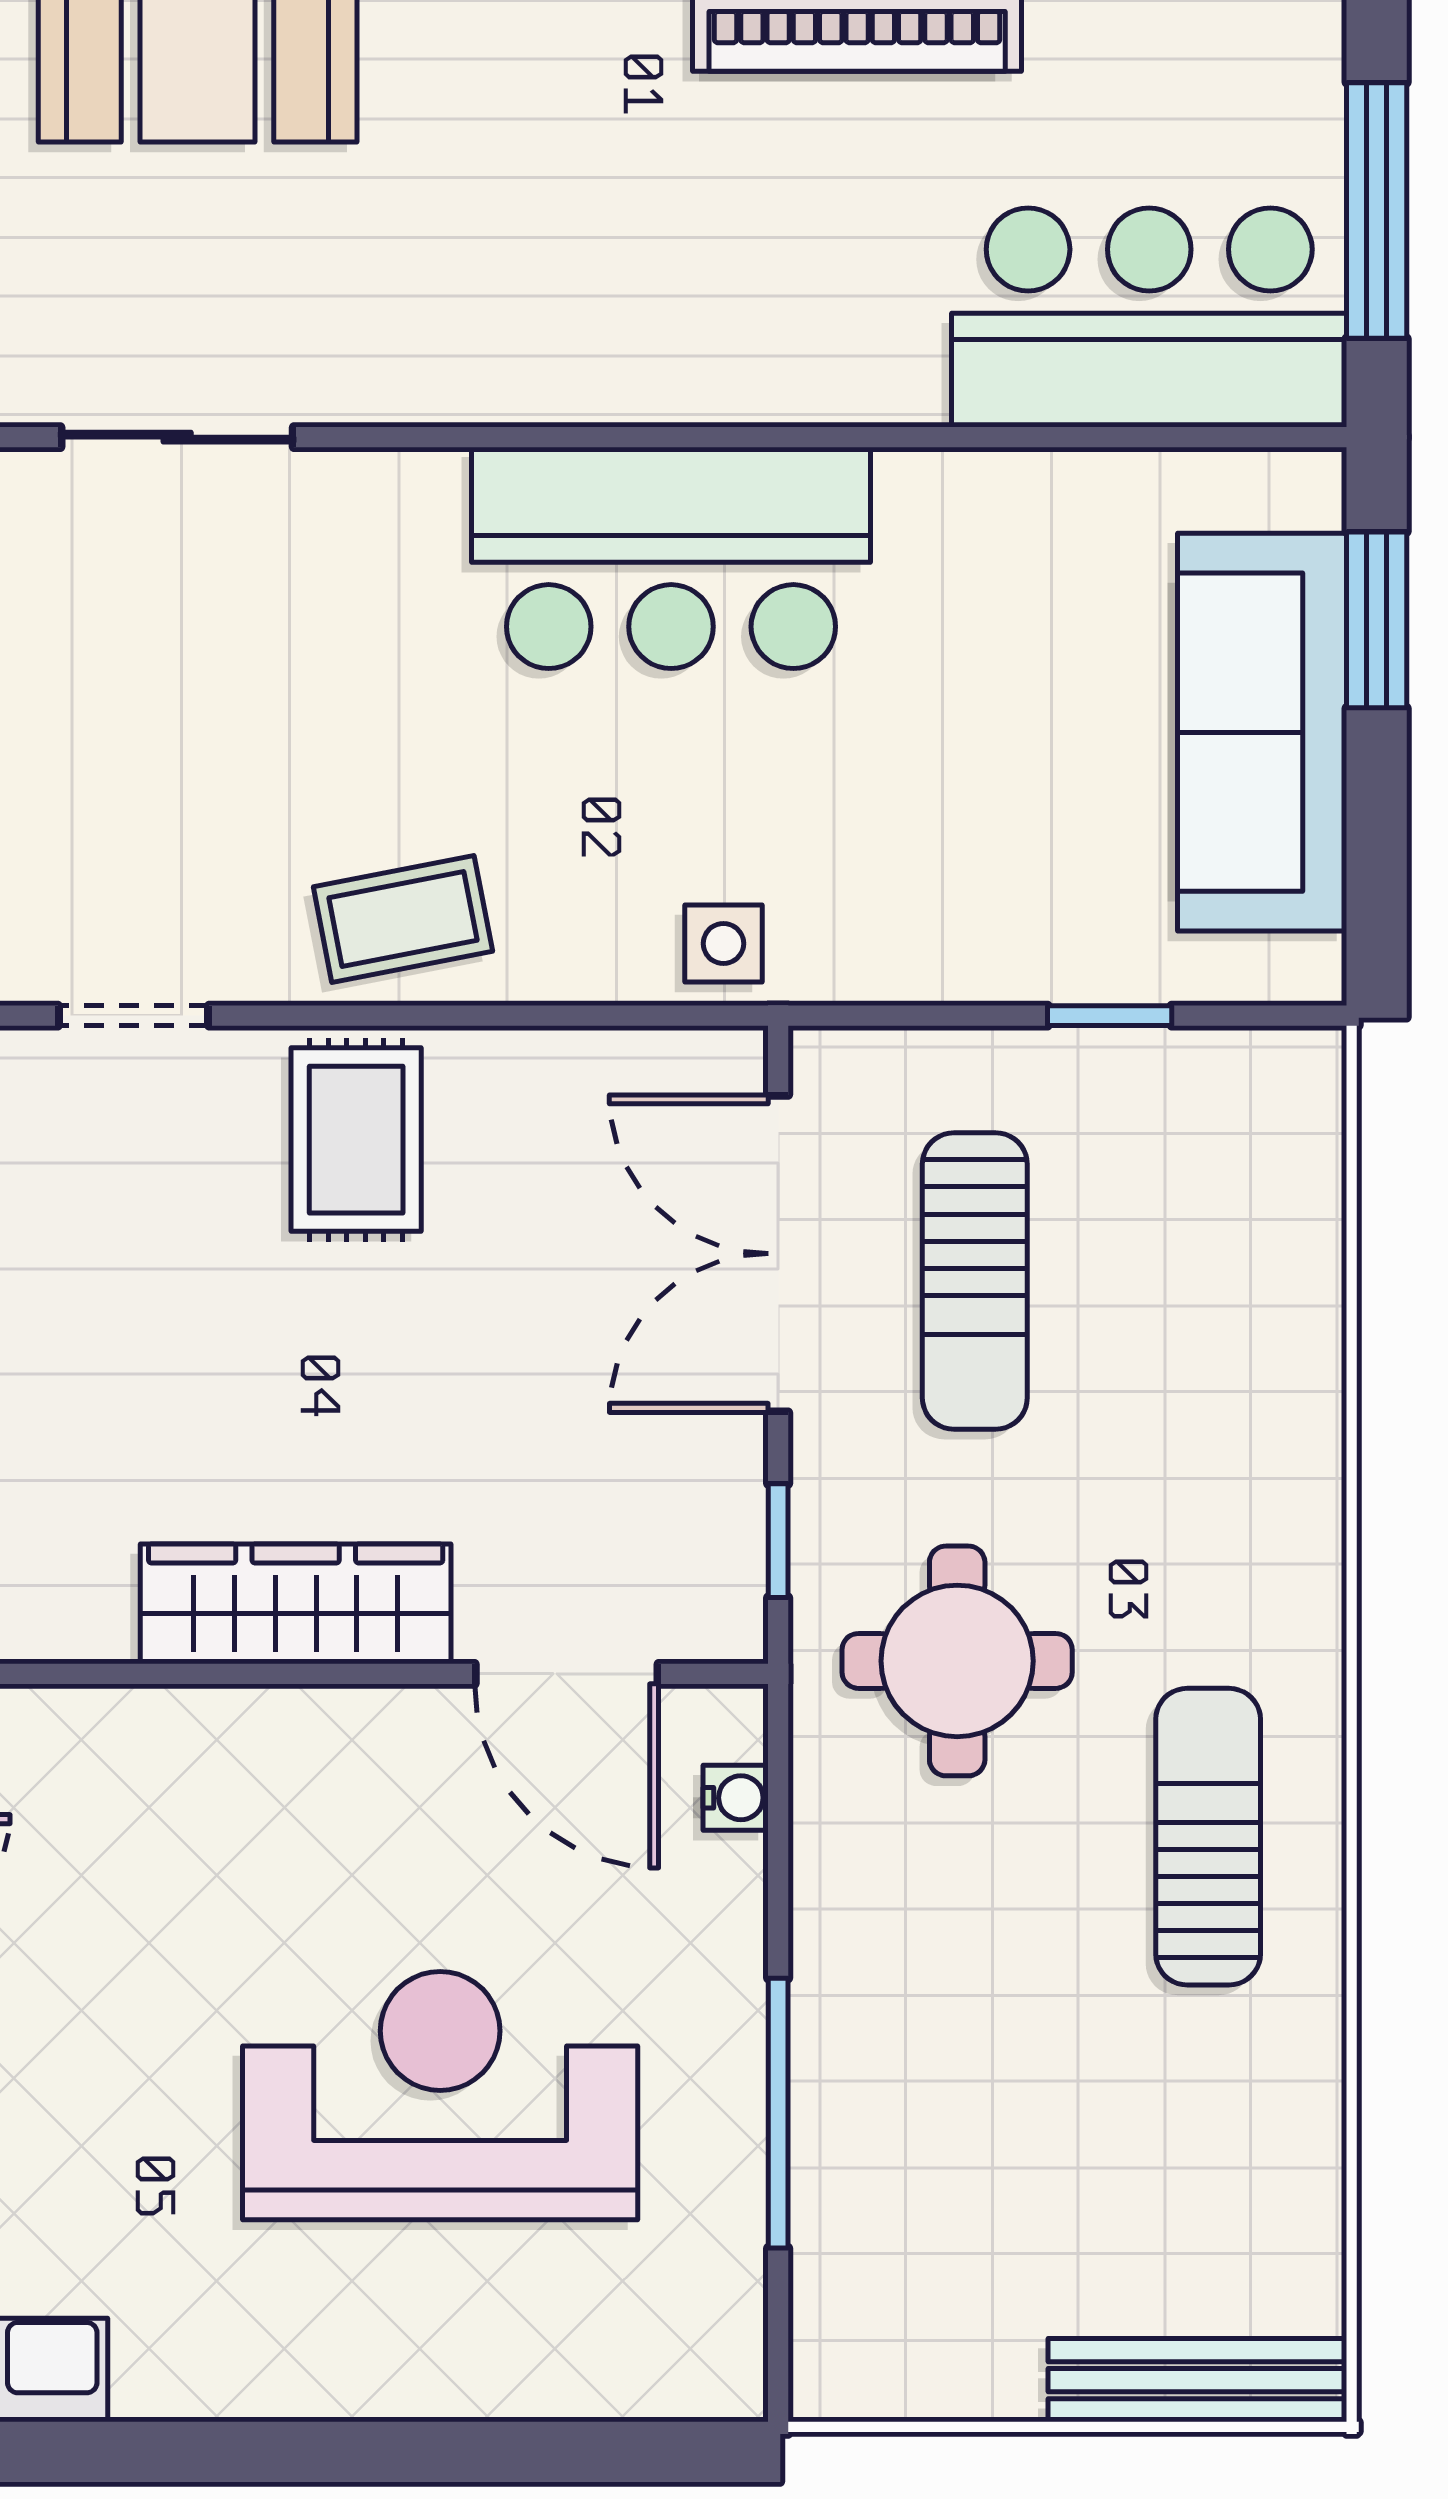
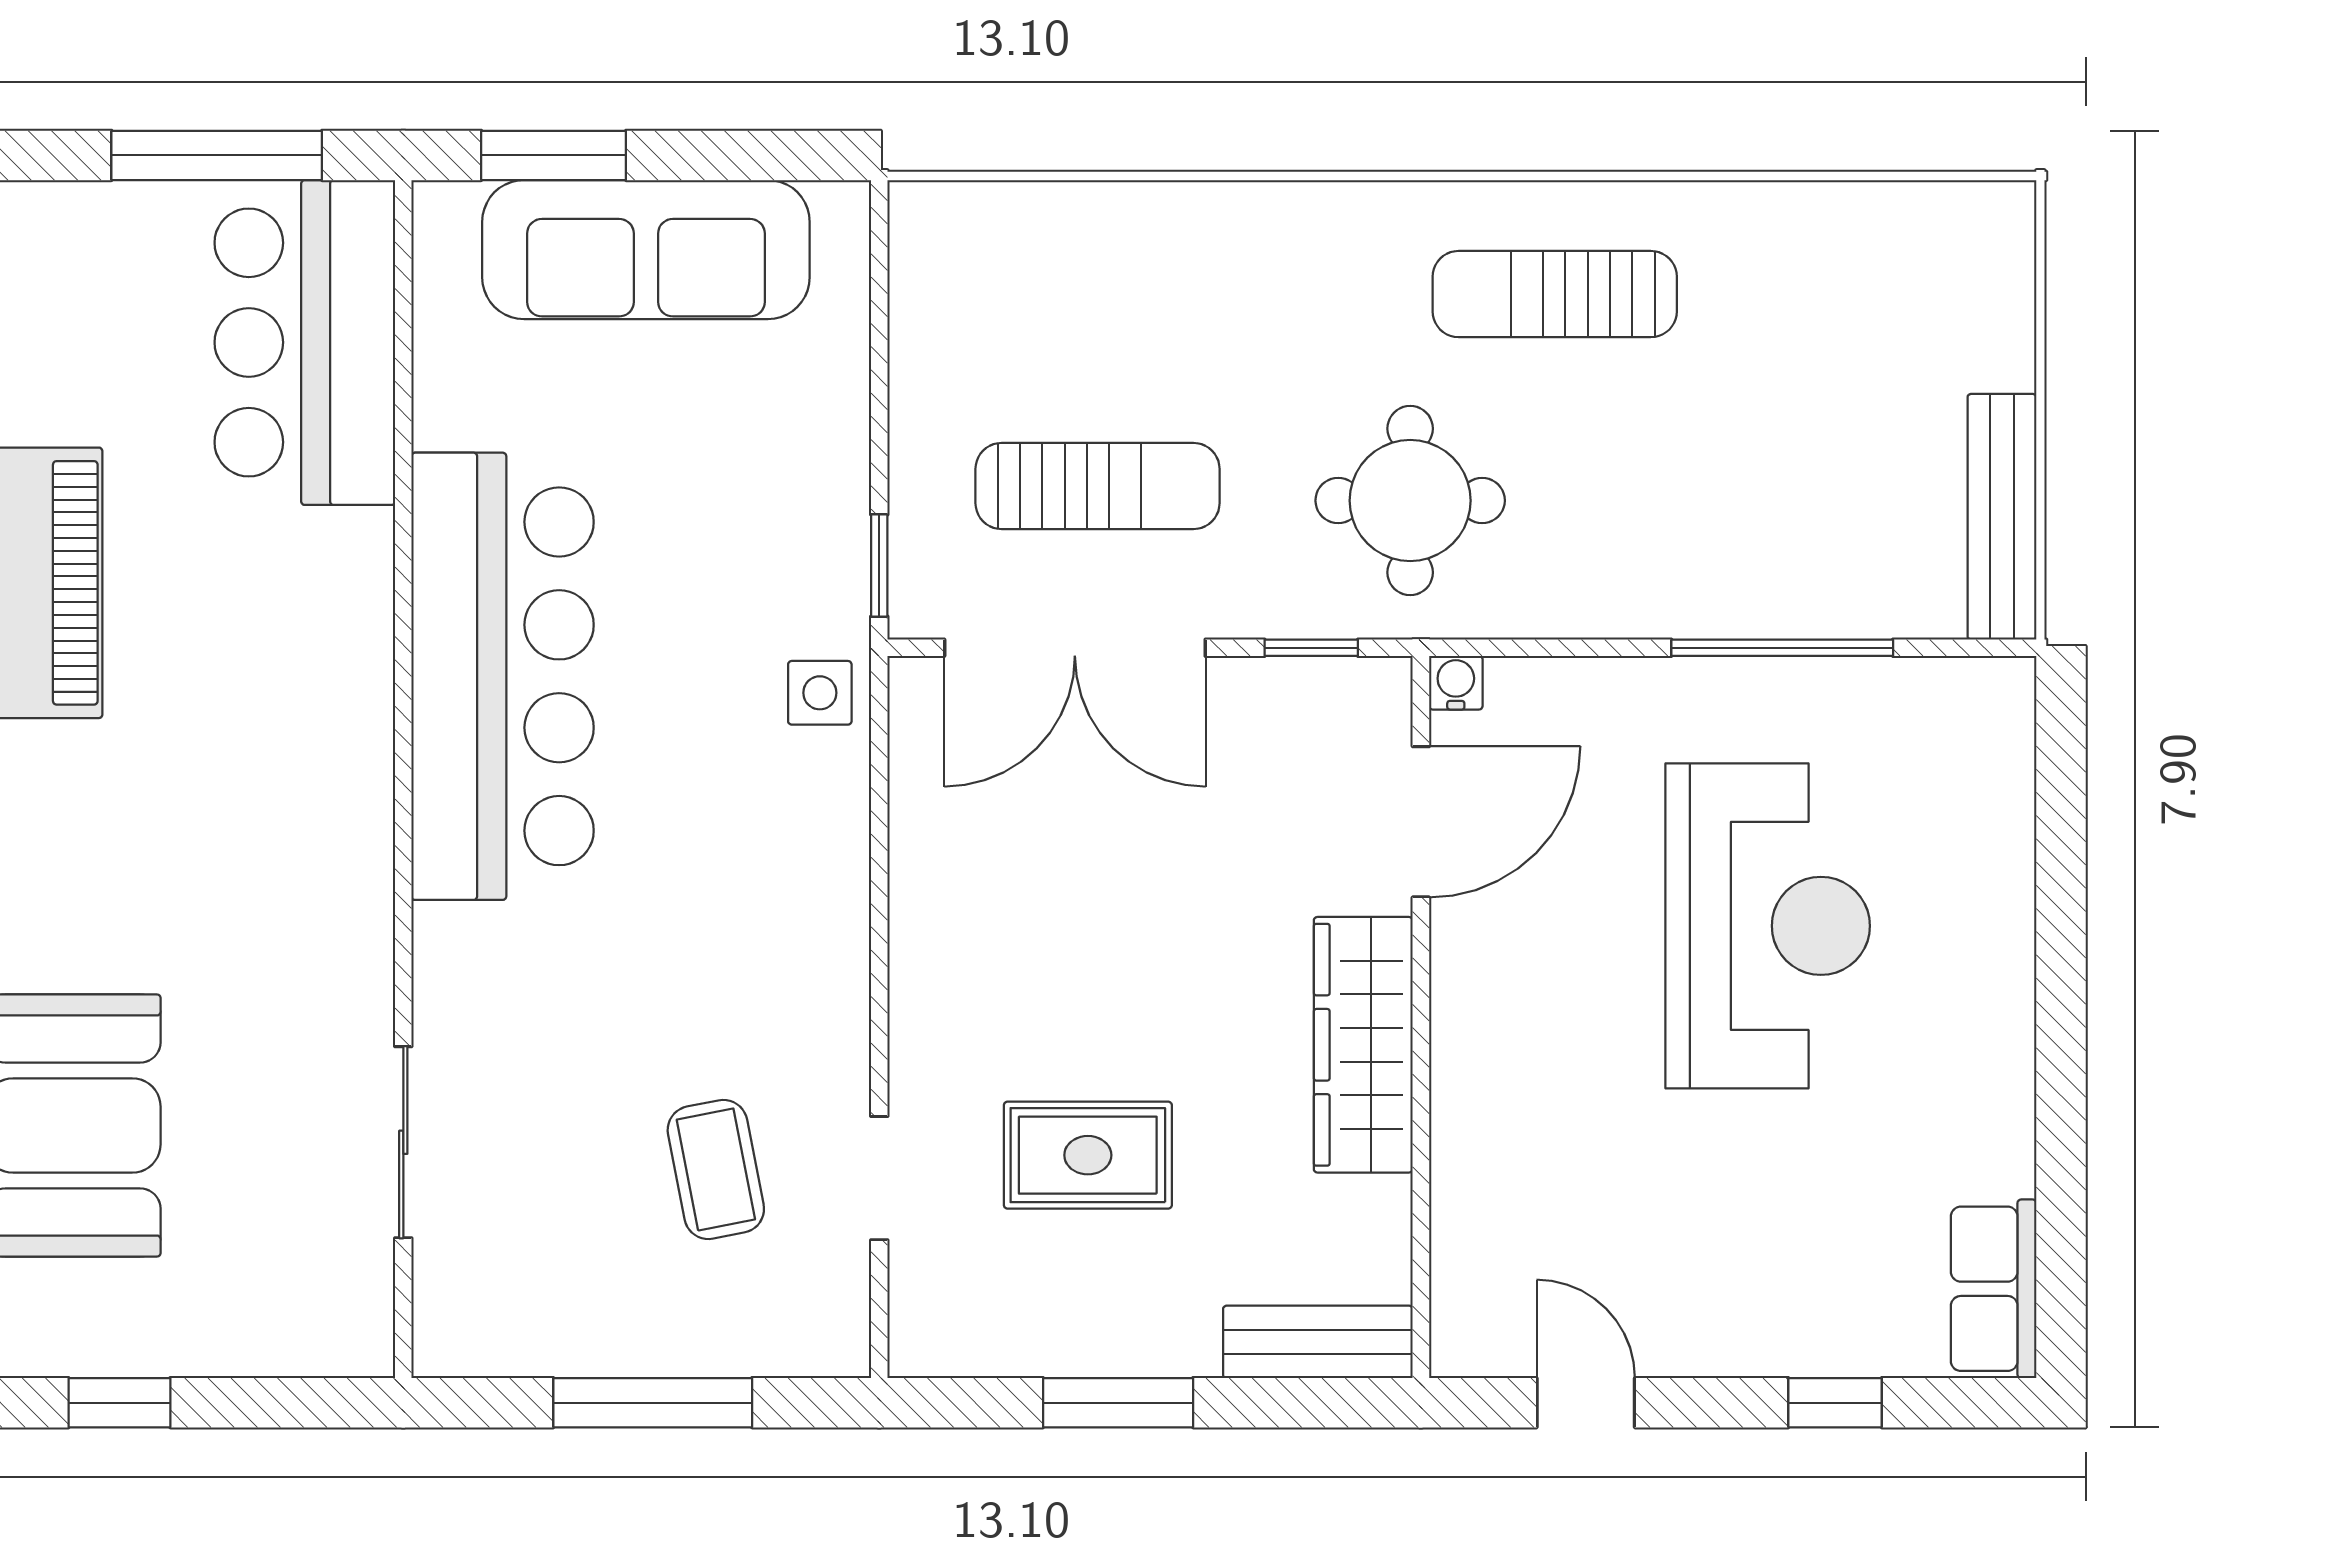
bar counter: (671, 558) -> (503, 676), width x1.36
coffee table: (403, 919) -> (716, 1169), moved
window: (1110, 1016) -> (879, 566), moved
rug: (356, 1140) -> (1088, 1155), moved
water cooler: (736, 1798) -> (1456, 683), moved
reception desk: (440, 2096) -> (1768, 926), turned 180
bench: (1197, 2380) -> (2002, 517), moved

